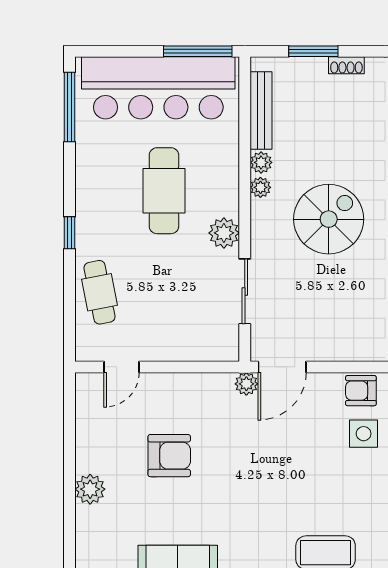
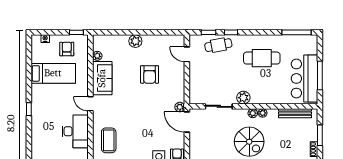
window: (198, 51) -> (320, 76), moved
bar counter: (158, 88) -> (305, 78), width x0.73
plant: (261, 162) -> (253, 113), moved
cafe table: (164, 191) -> (262, 58), moved
window: (69, 233) -> (231, 32), moved
window: (69, 316) -> (209, 32), added

